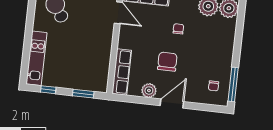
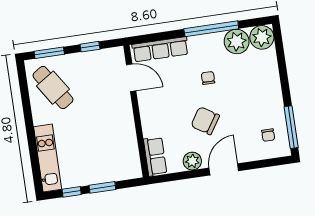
chair: (167, 62) -> (205, 121), turned -57
row of seats: (122, 72) -> (155, 156), width x0.68
window: (83, 94) -> (102, 187), moved

